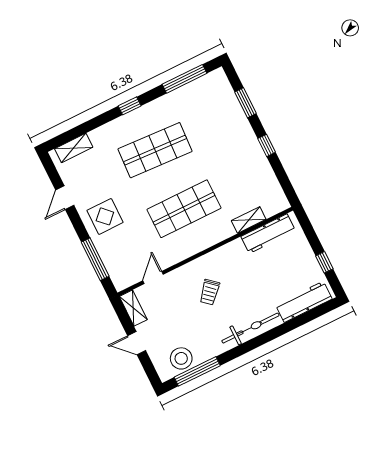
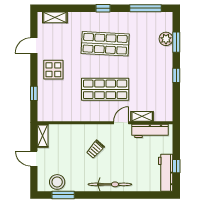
plant: (230, 105) -> (166, 39), added
window: (95, 259) -> (34, 93), width x0.46
door: (153, 278) -> (121, 123), moved
workbench: (304, 302) -> (166, 173), moved, turned -90
window: (197, 371) -> (63, 195), width x0.69

